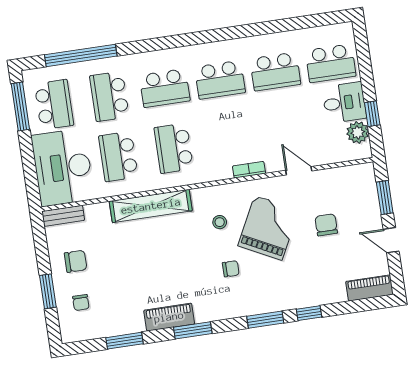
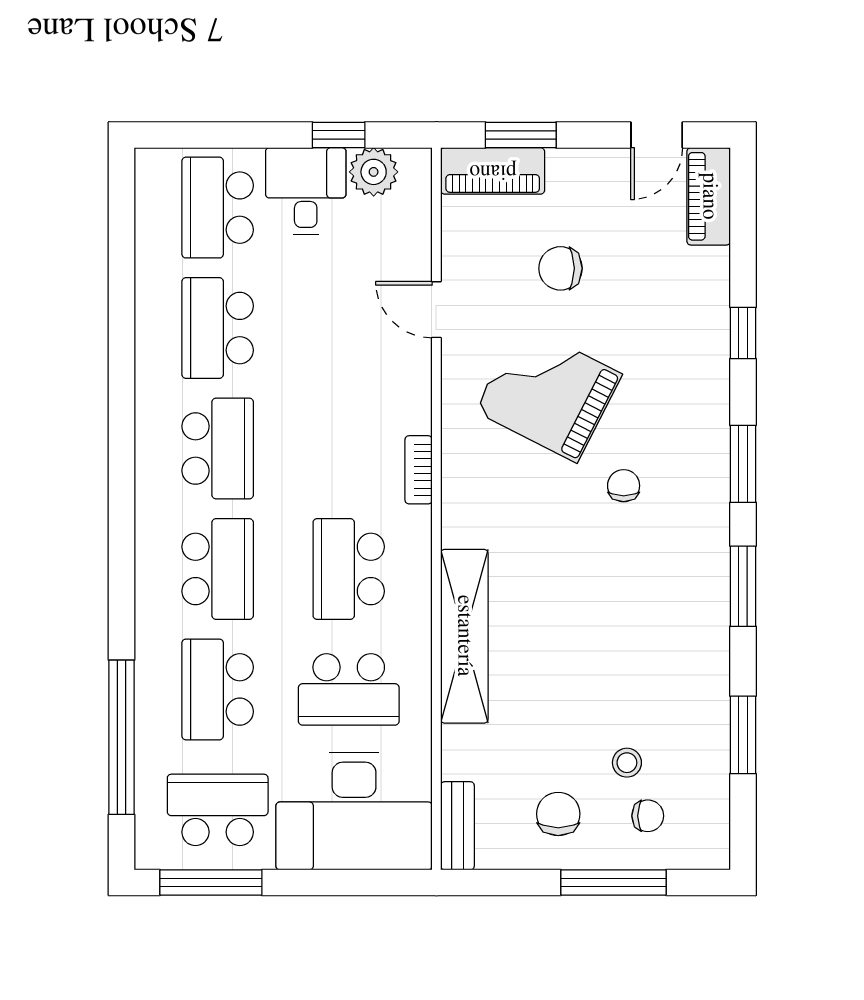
school desk: (331, 63) -> (218, 208), turned 180
school desk: (275, 72) -> (218, 328), turned 180
school desk: (109, 96) -> (218, 689), turned 90
school desk: (174, 148) -> (349, 569), turned 90
bookcase: (249, 170) -> (419, 470), moved
door: (299, 171) -> (436, 310), hinge flipped
stool: (220, 222) -> (627, 763), moved
door: (391, 240) -> (657, 135), moved
window: (48, 291) -> (614, 882), width x1.44
piano: (169, 317) -> (493, 171), moved, turned -90
window: (265, 320) -> (743, 464), moved

